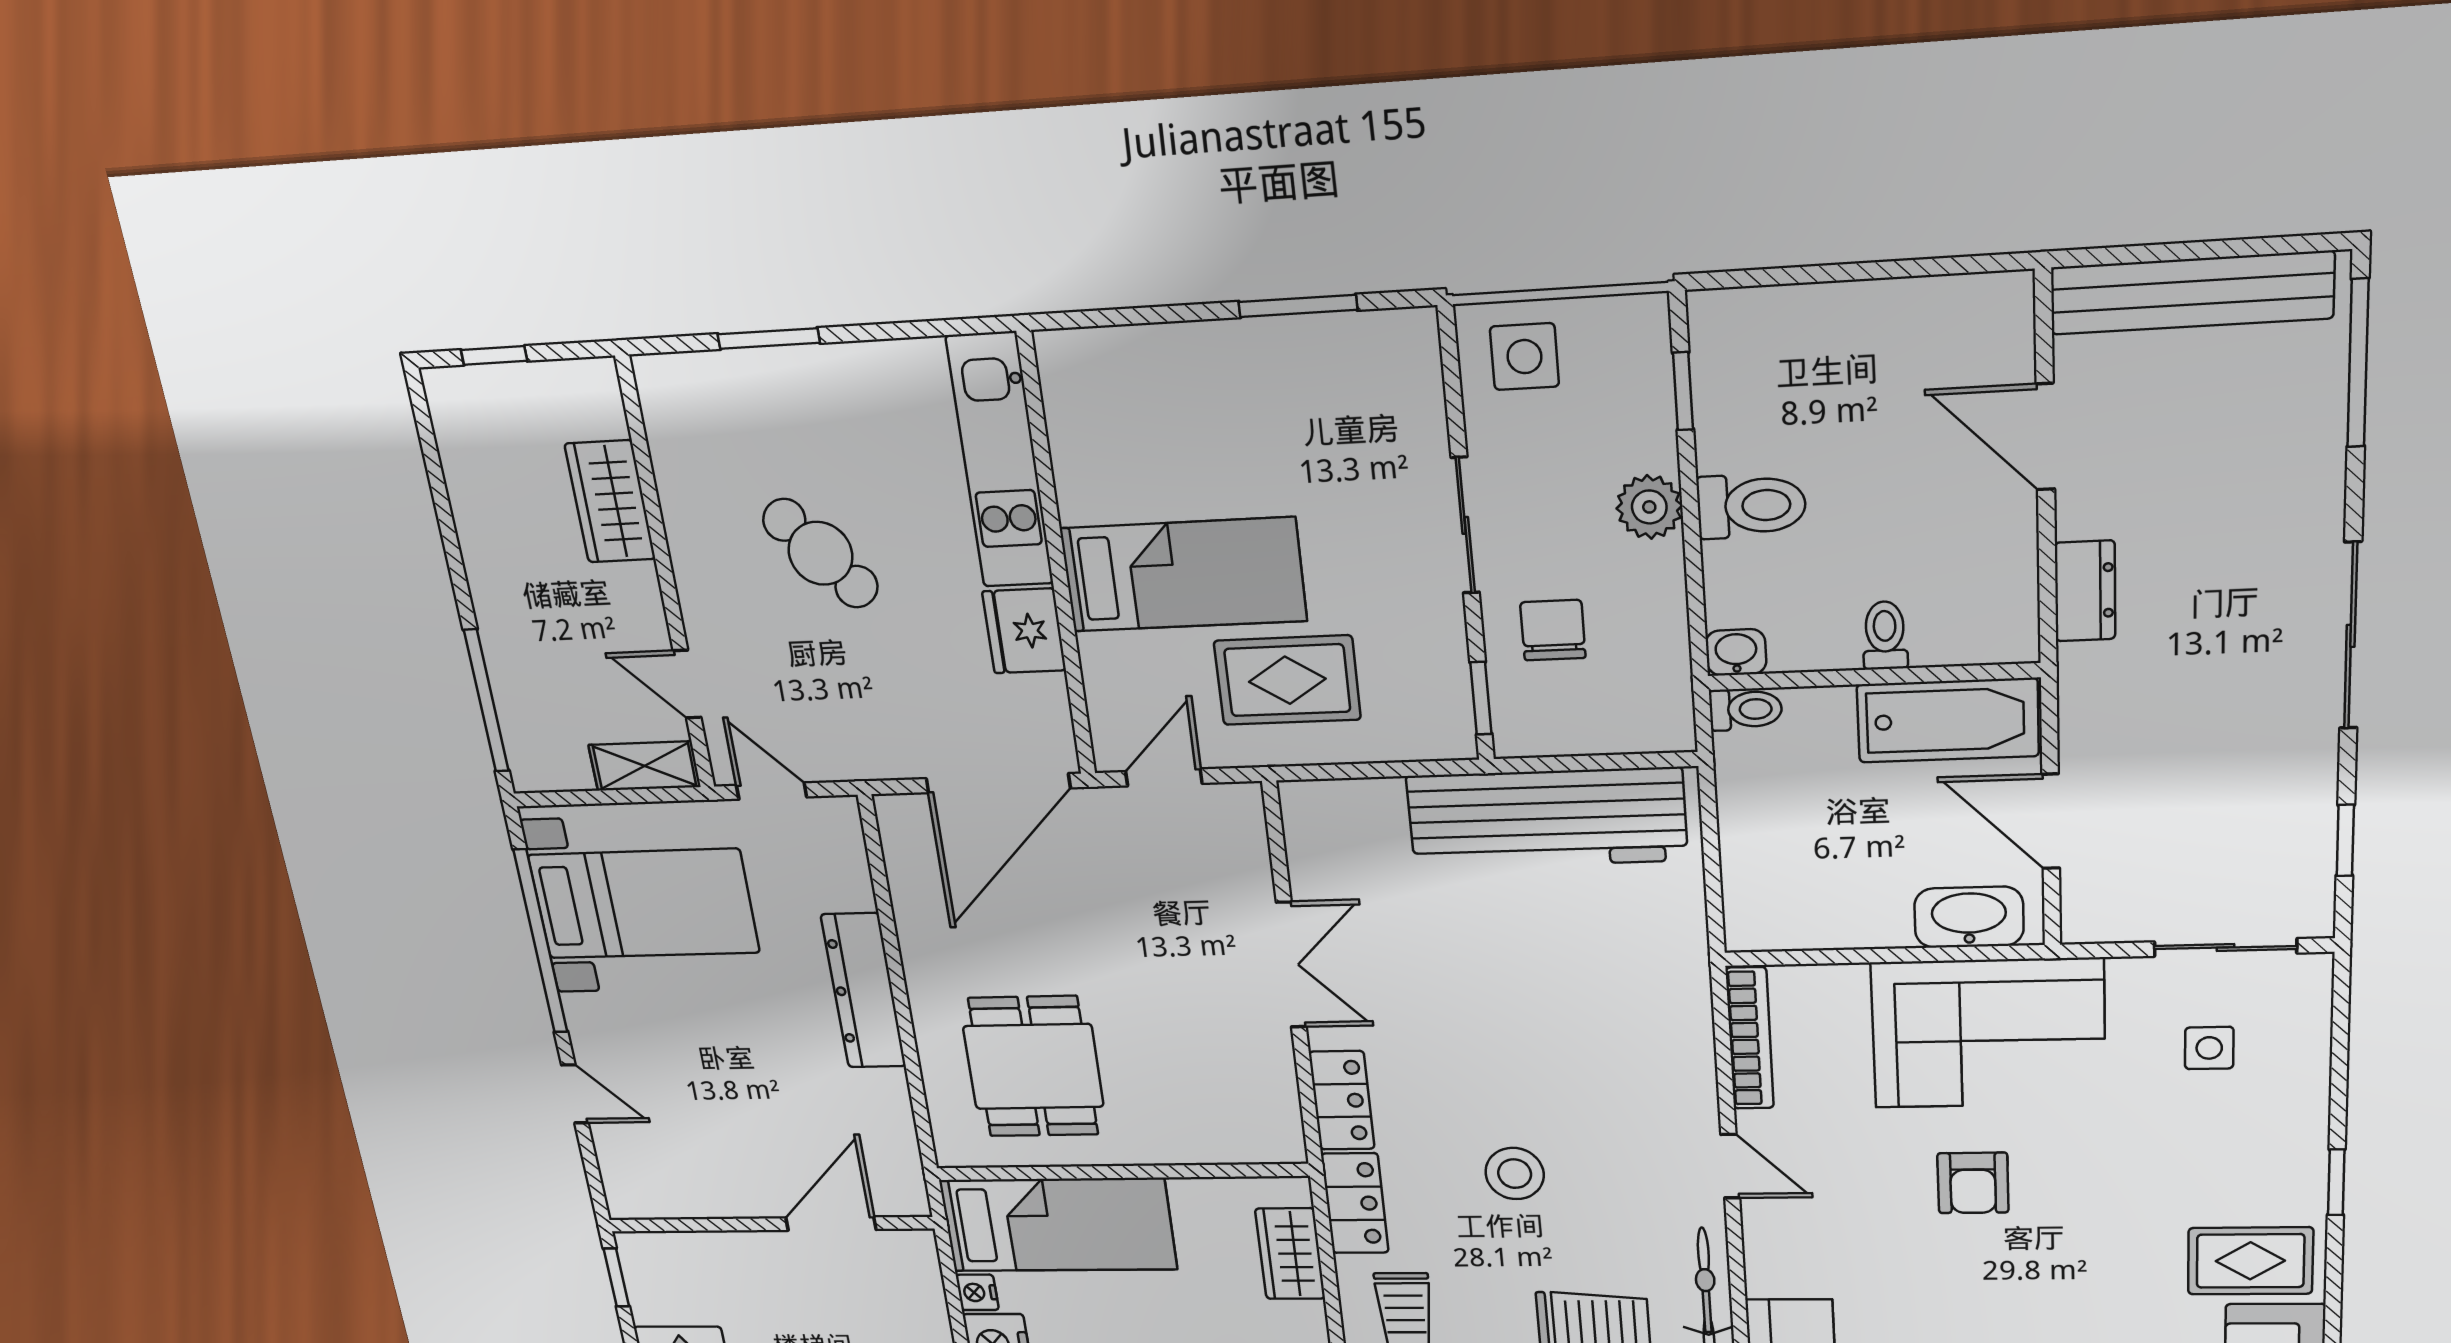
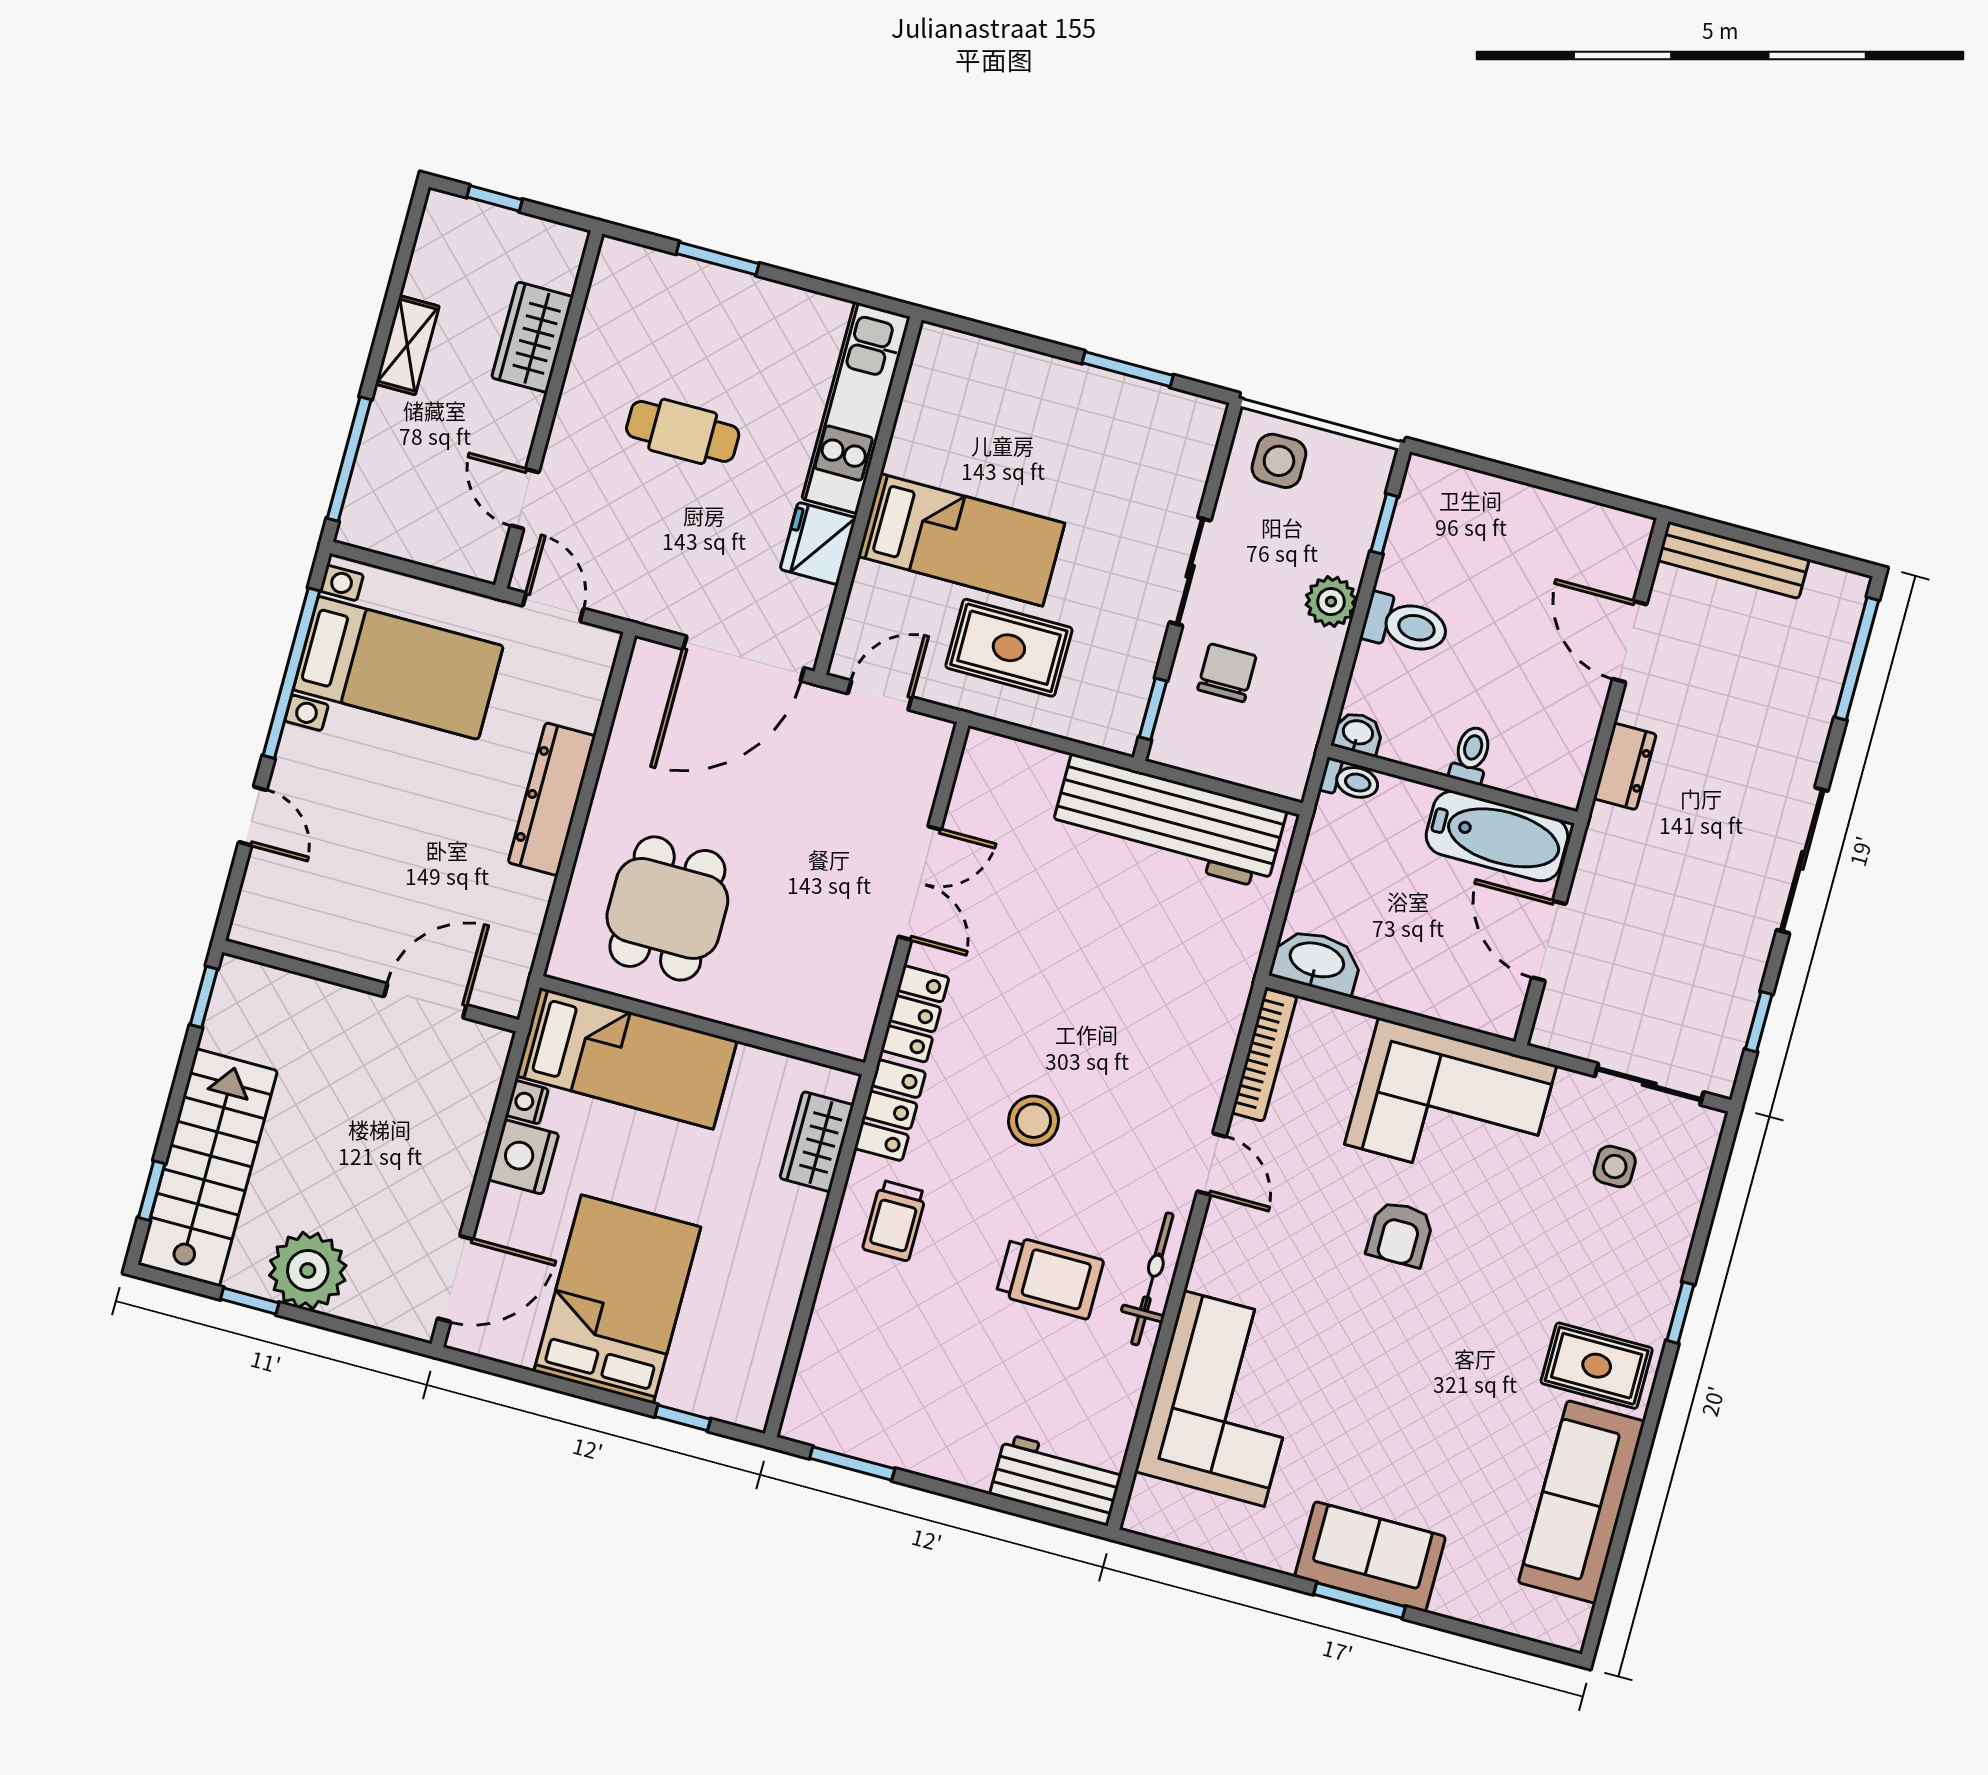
bench: (2192, 293) -> (1733, 560), width x0.73, depth x0.82
cafe table: (820, 553) -> (683, 431), turned -49
shelving: (645, 766) -> (407, 345), moved, turned 90
washbasin: (1969, 917) -> (1316, 961), moved

